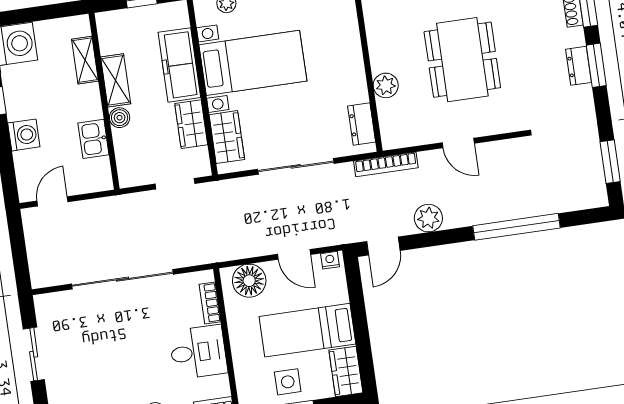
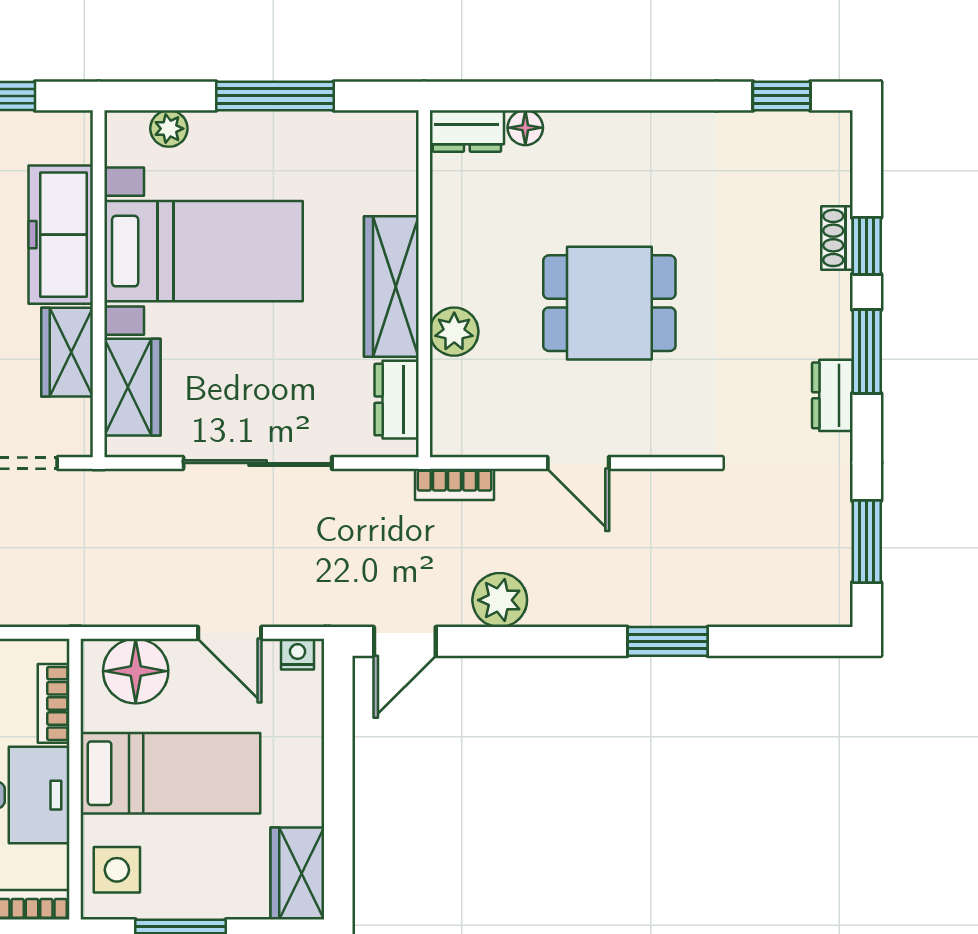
dining table: (462, 60) -> (609, 303), width x0.73
dresser: (579, 66) -> (832, 395), moved
wardrobe: (351, 67) -> (391, 287), added
bookcase: (386, 164) -> (455, 484), width x0.64
window: (517, 227) -> (668, 641), width x0.47
bed: (307, 330) -> (170, 773), moved, turned 180
side table: (288, 382) -> (117, 870), moved

